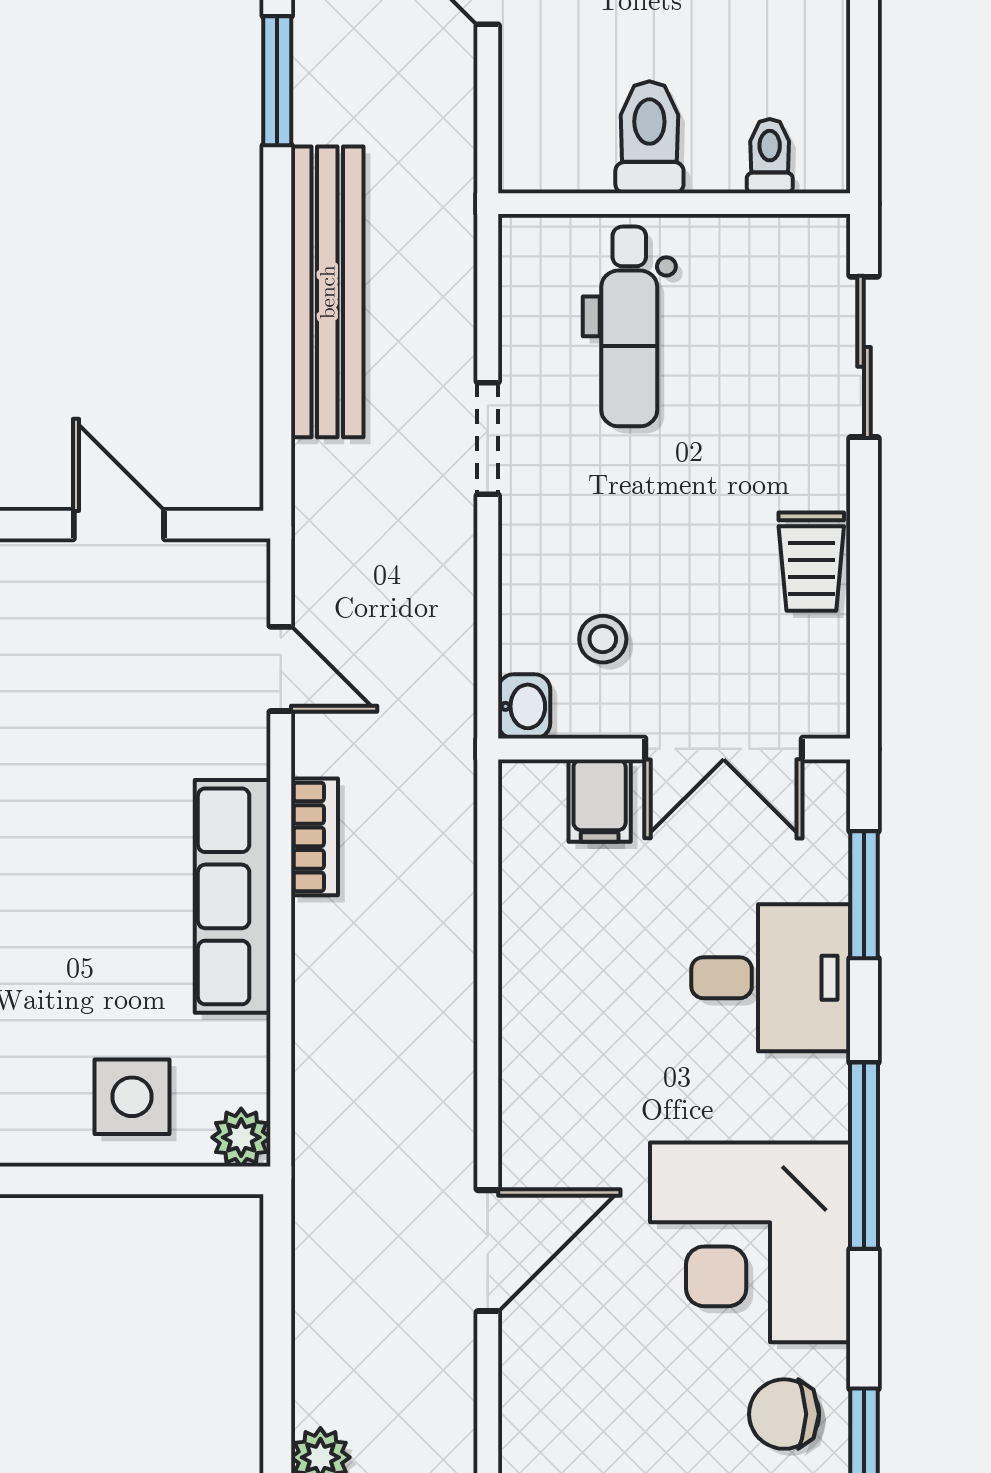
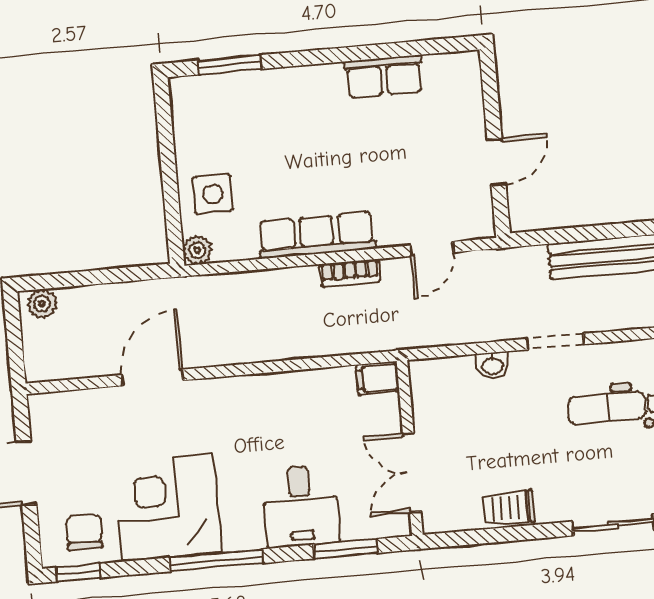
stool: (603, 639) -> (461, 408), removed
washbasin: (524, 706) -> (493, 365), moved
filing cabinet: (600, 801) -> (378, 378), moved
door: (488, 1251) -> (152, 378), swing flipped

